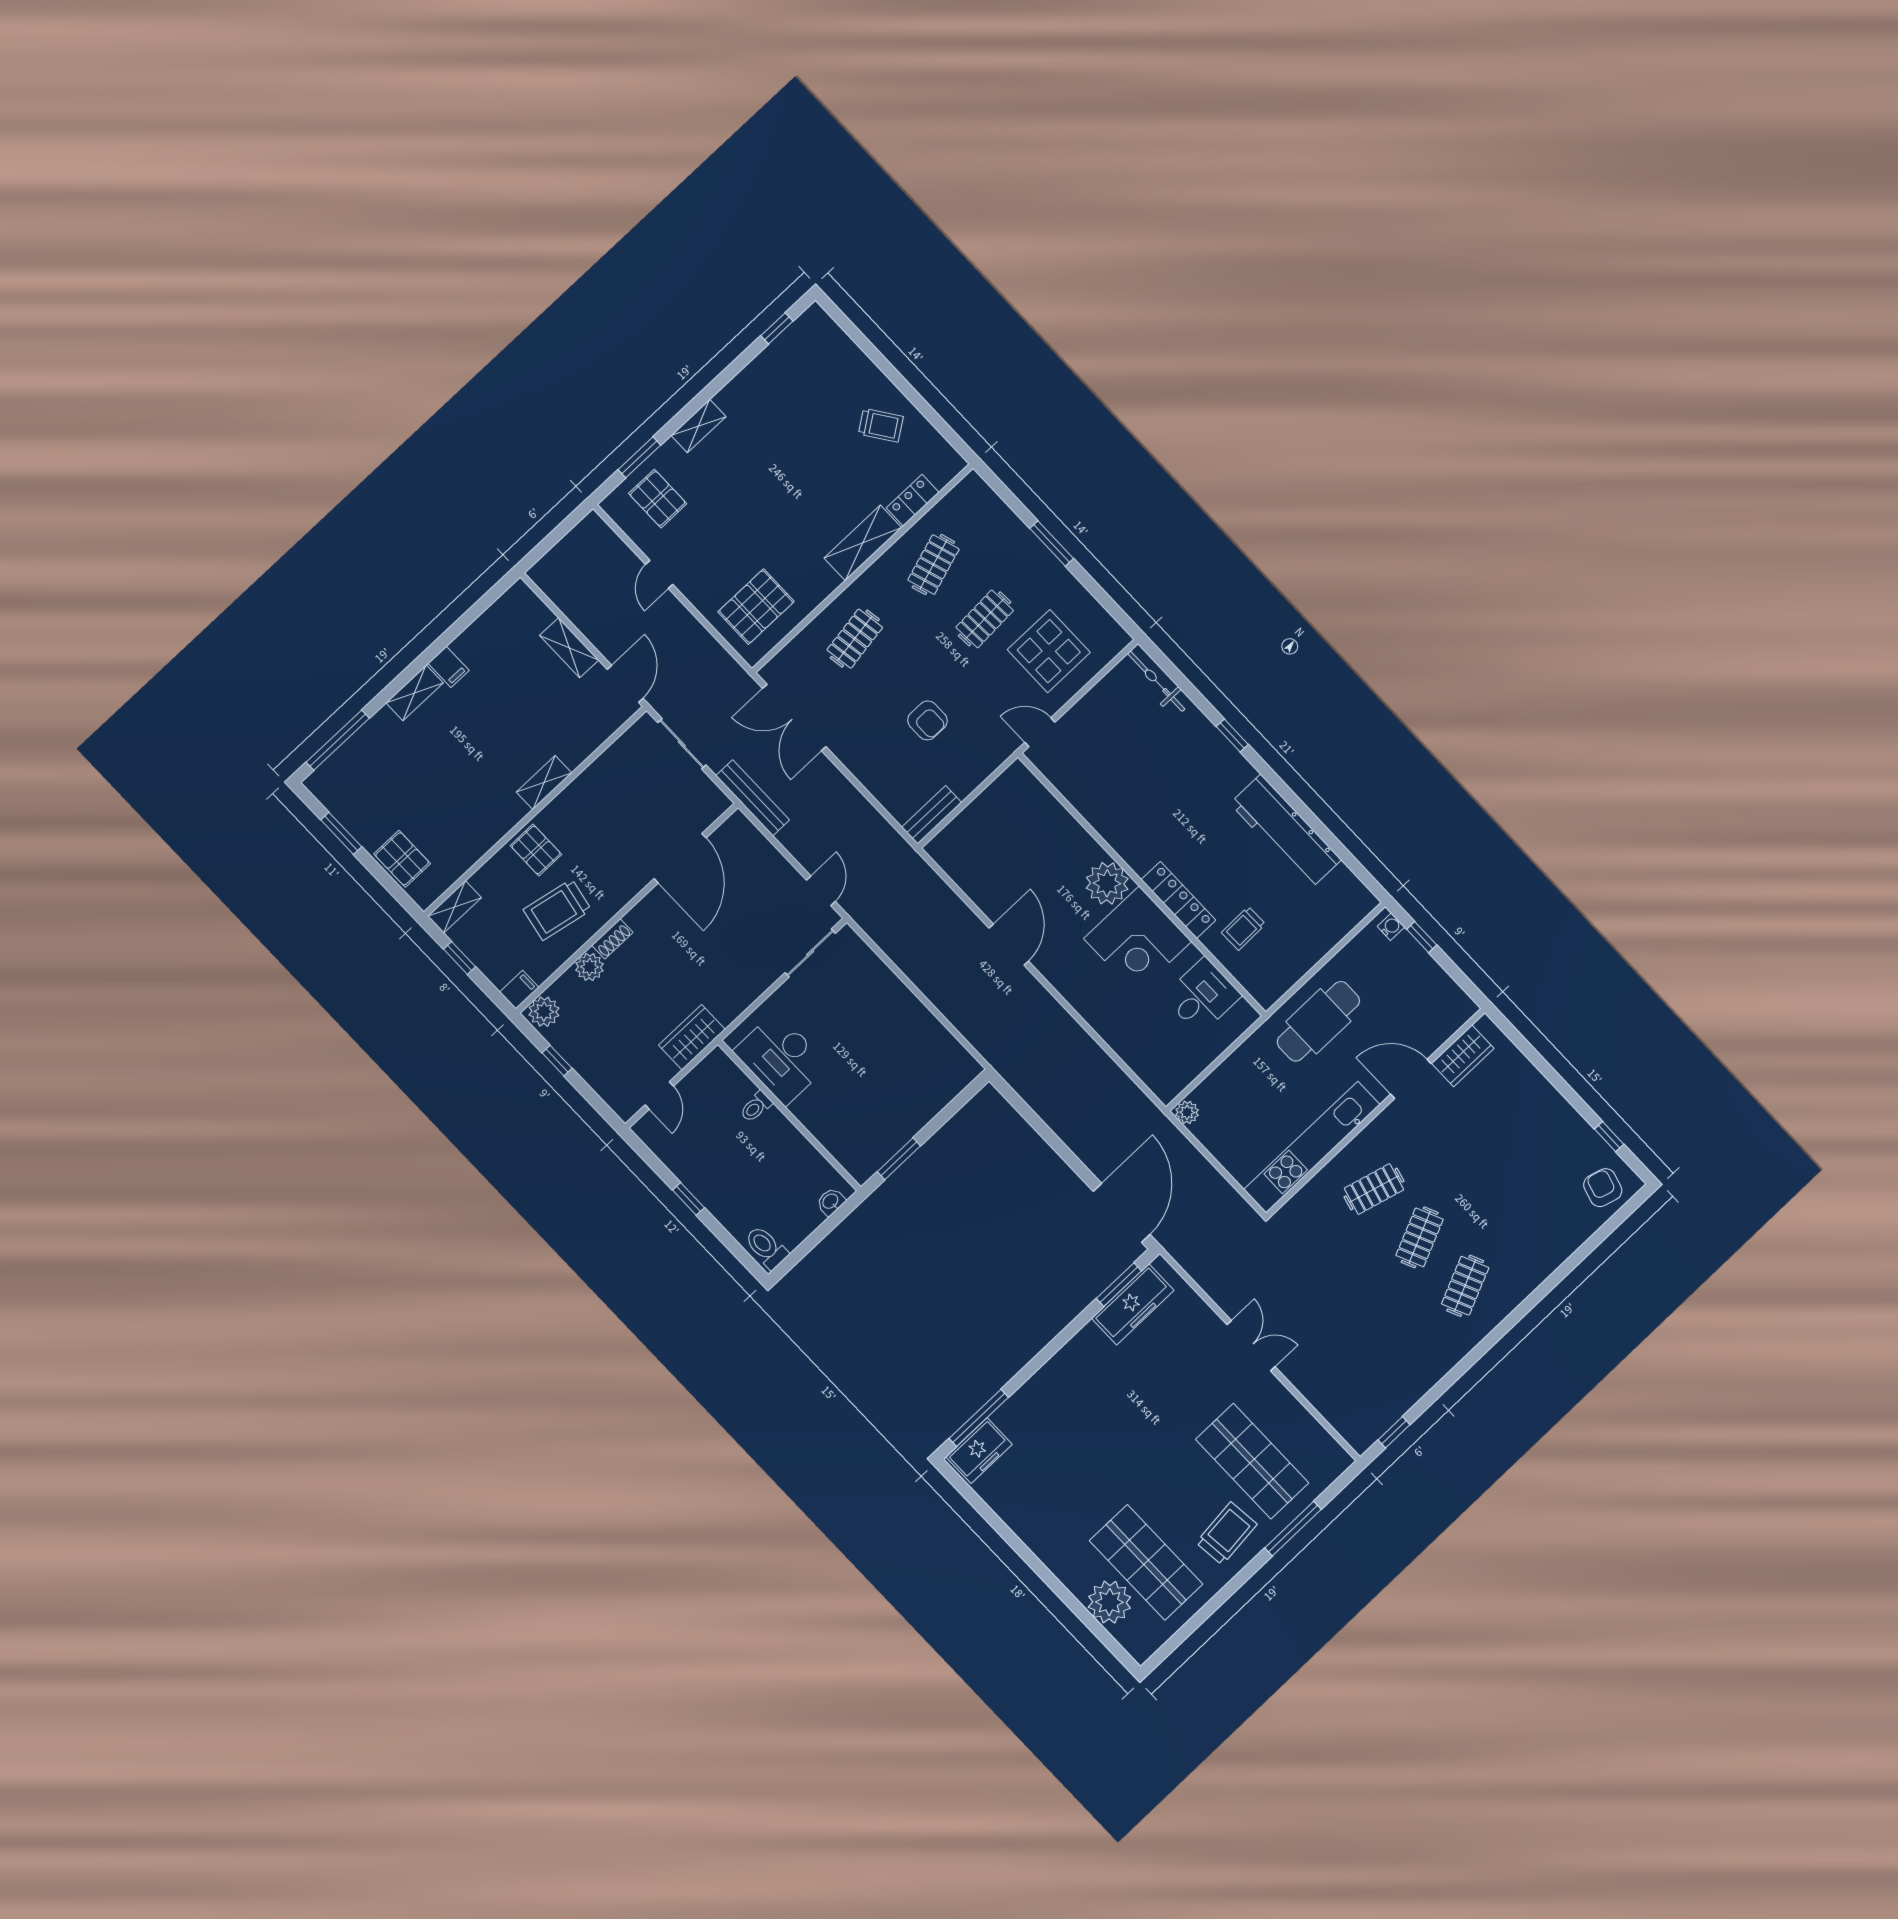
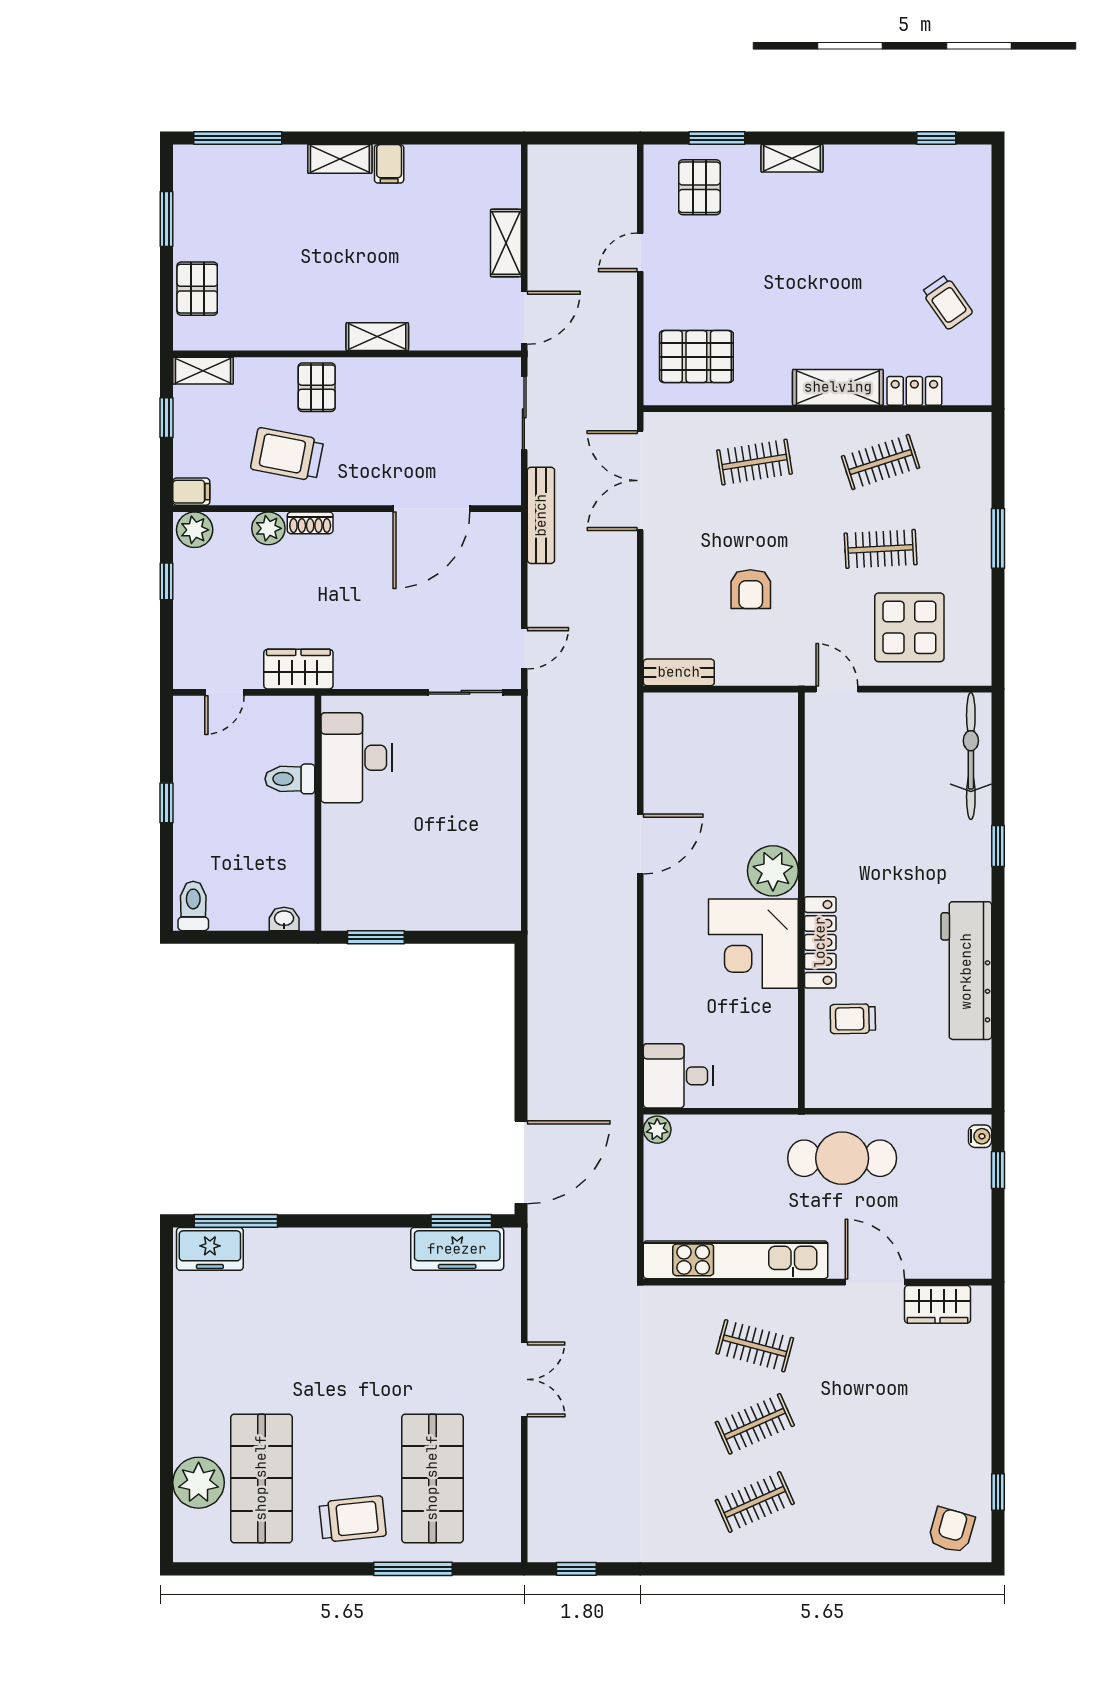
bicycle: (1156, 681) -> (971, 756), width x1.37, depth x1.40
desk: (1202, 996) -> (678, 1076), moved, turned 180
toilet: (756, 1107) -> (290, 779), width x1.37, depth x1.39

